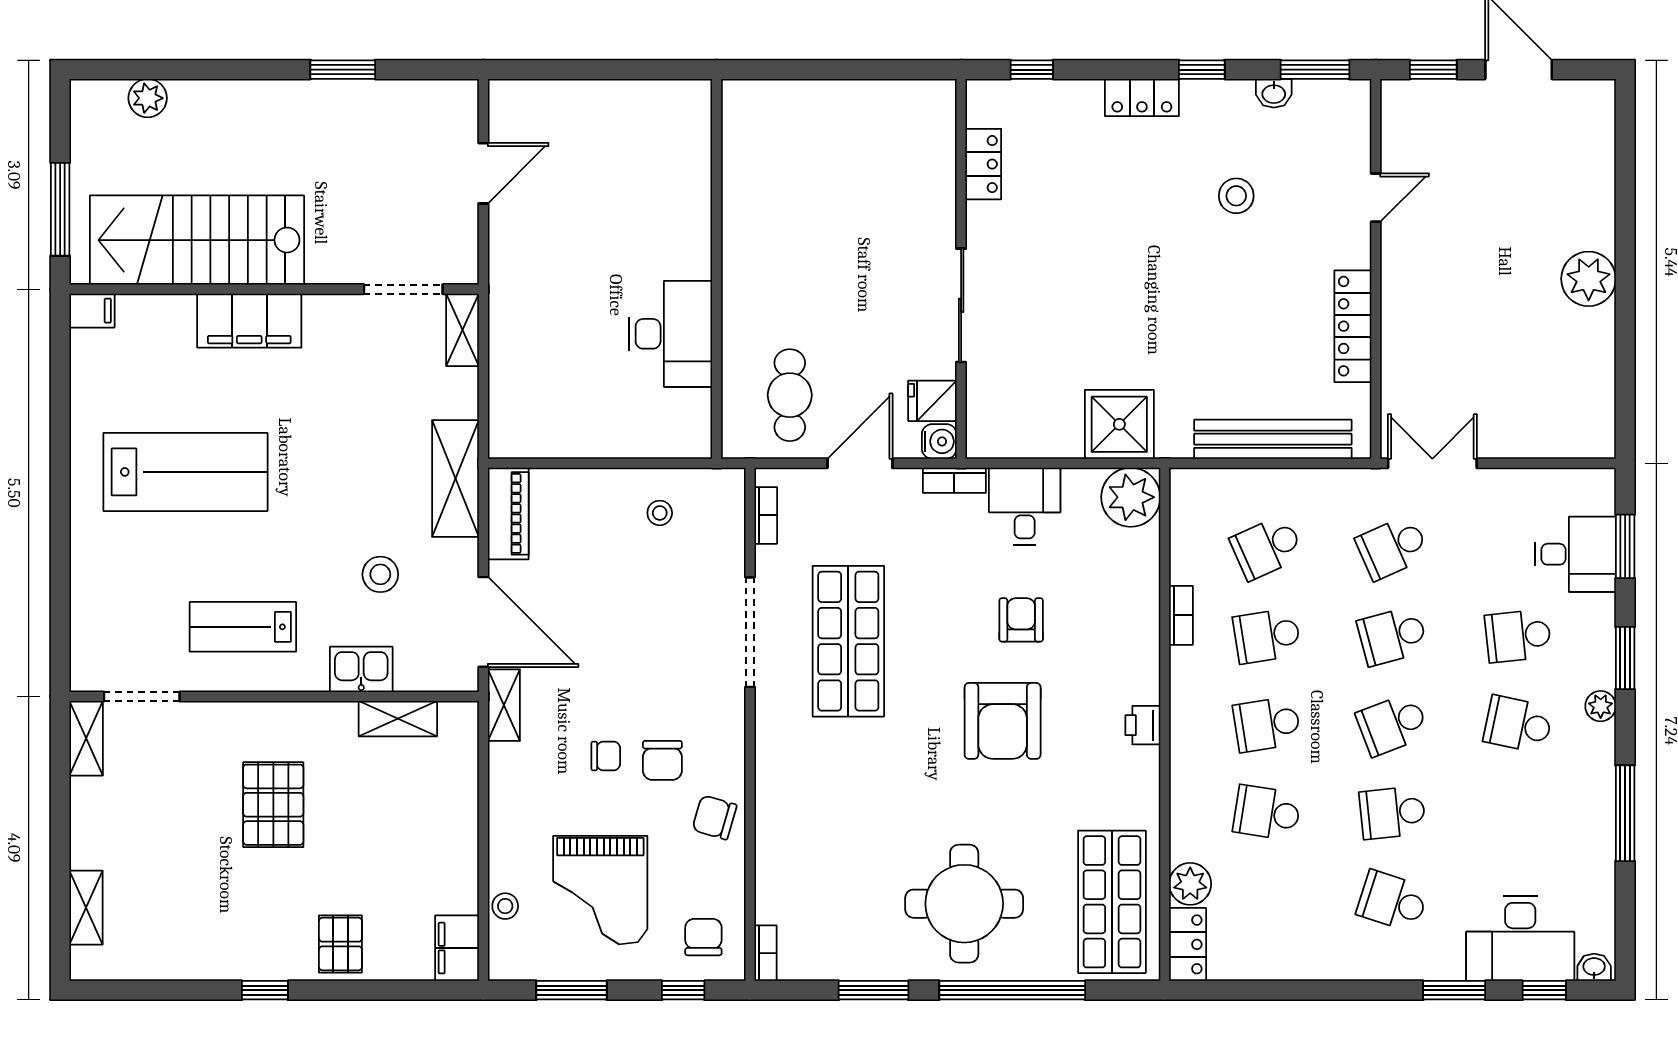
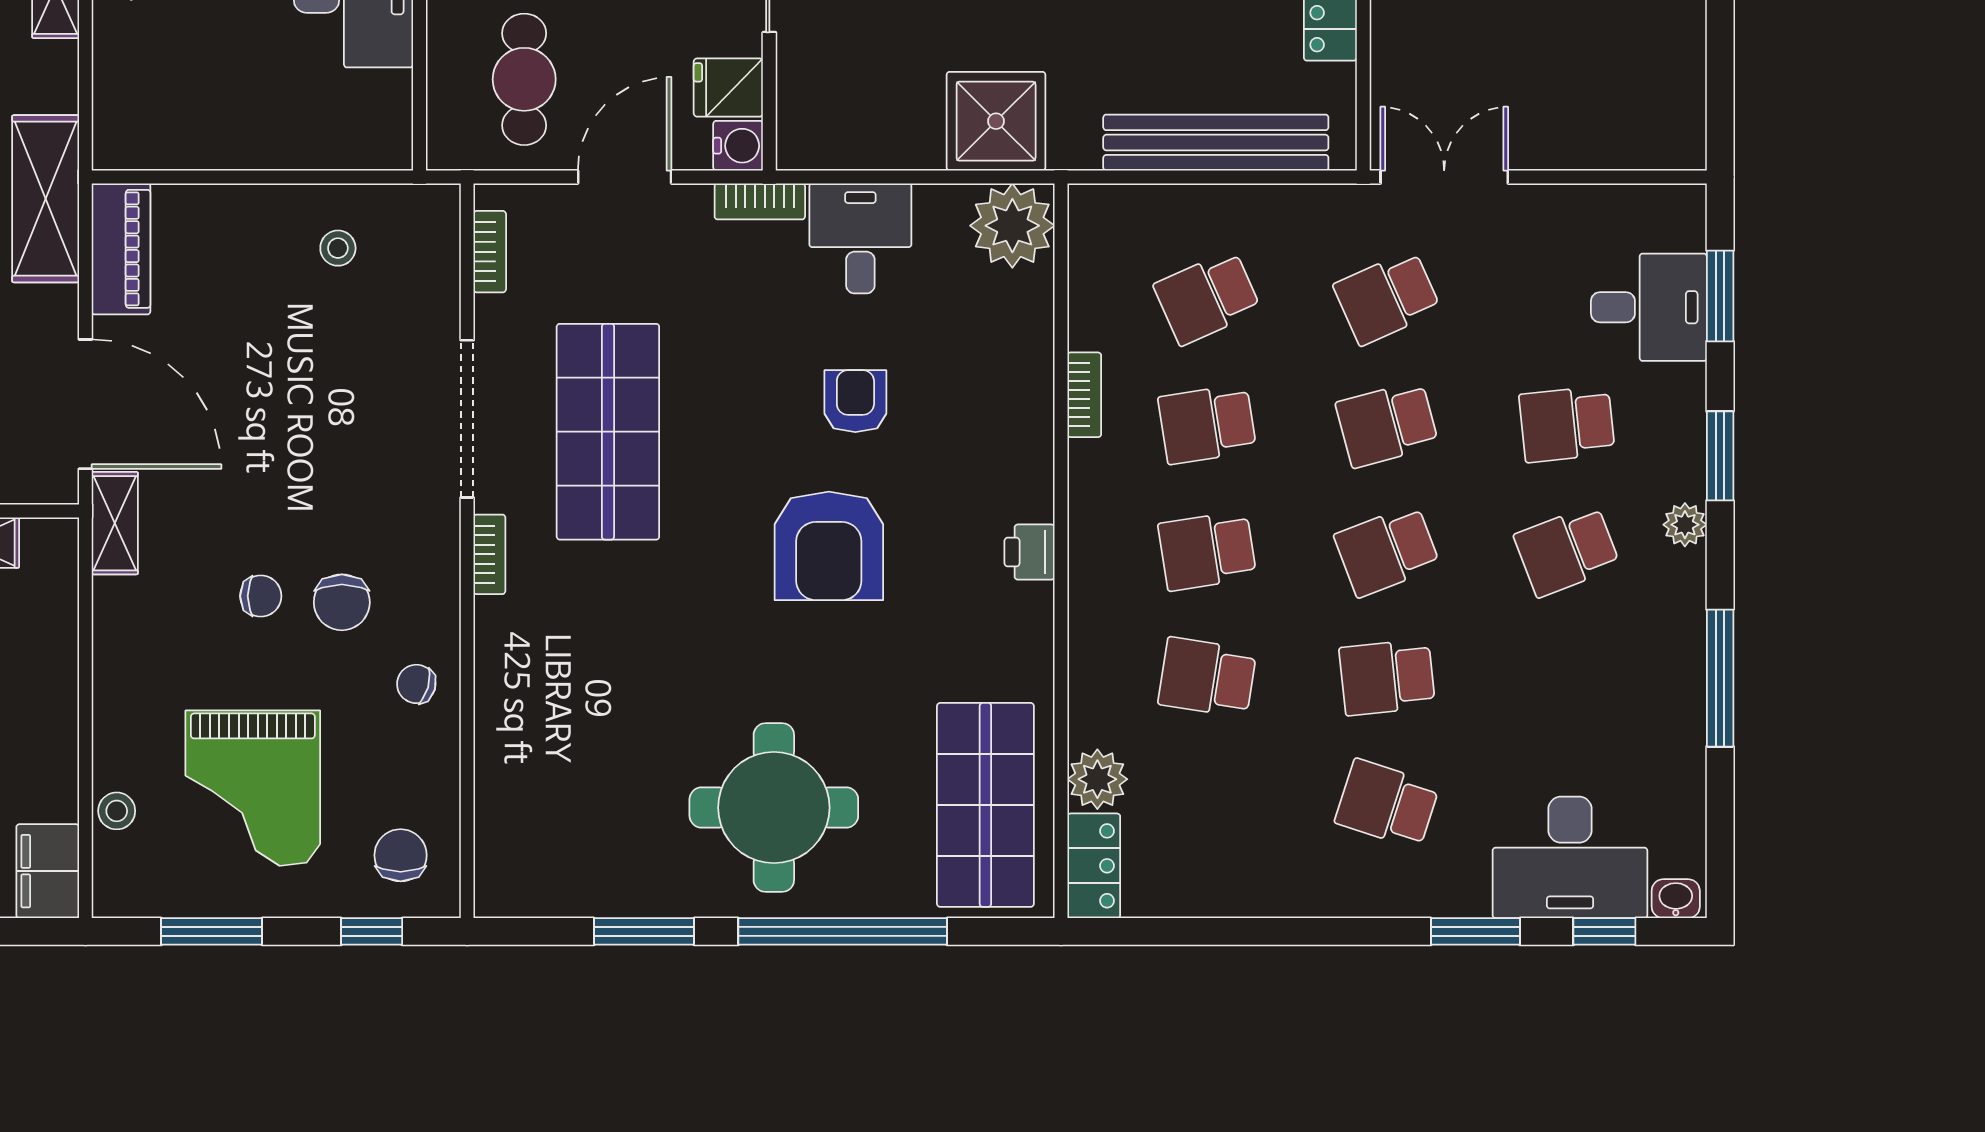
school desk: (1518, 724) -> (1567, 551), turned -33
chair: (714, 817) -> (416, 684), width x0.73, depth x0.73
bookcase: (766, 953) -> (489, 554), moved

